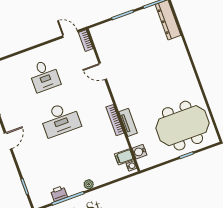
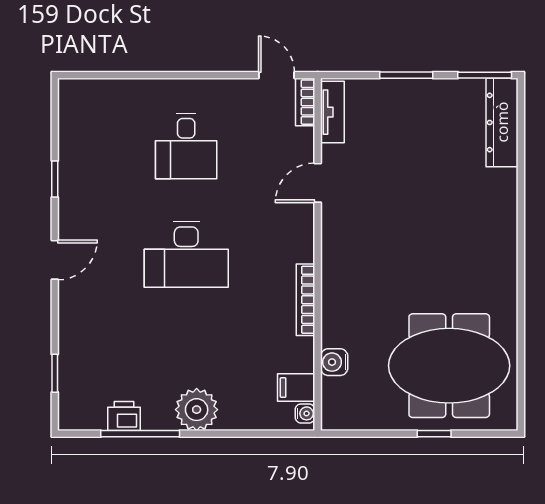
door: (103, 71) -> (318, 183), hinge flipped
tv unit: (128, 122) -> (332, 112), moved
water cooler: (139, 152) -> (334, 362), moved
plant: (89, 184) -> (197, 410), width x1.87, depth x1.87

